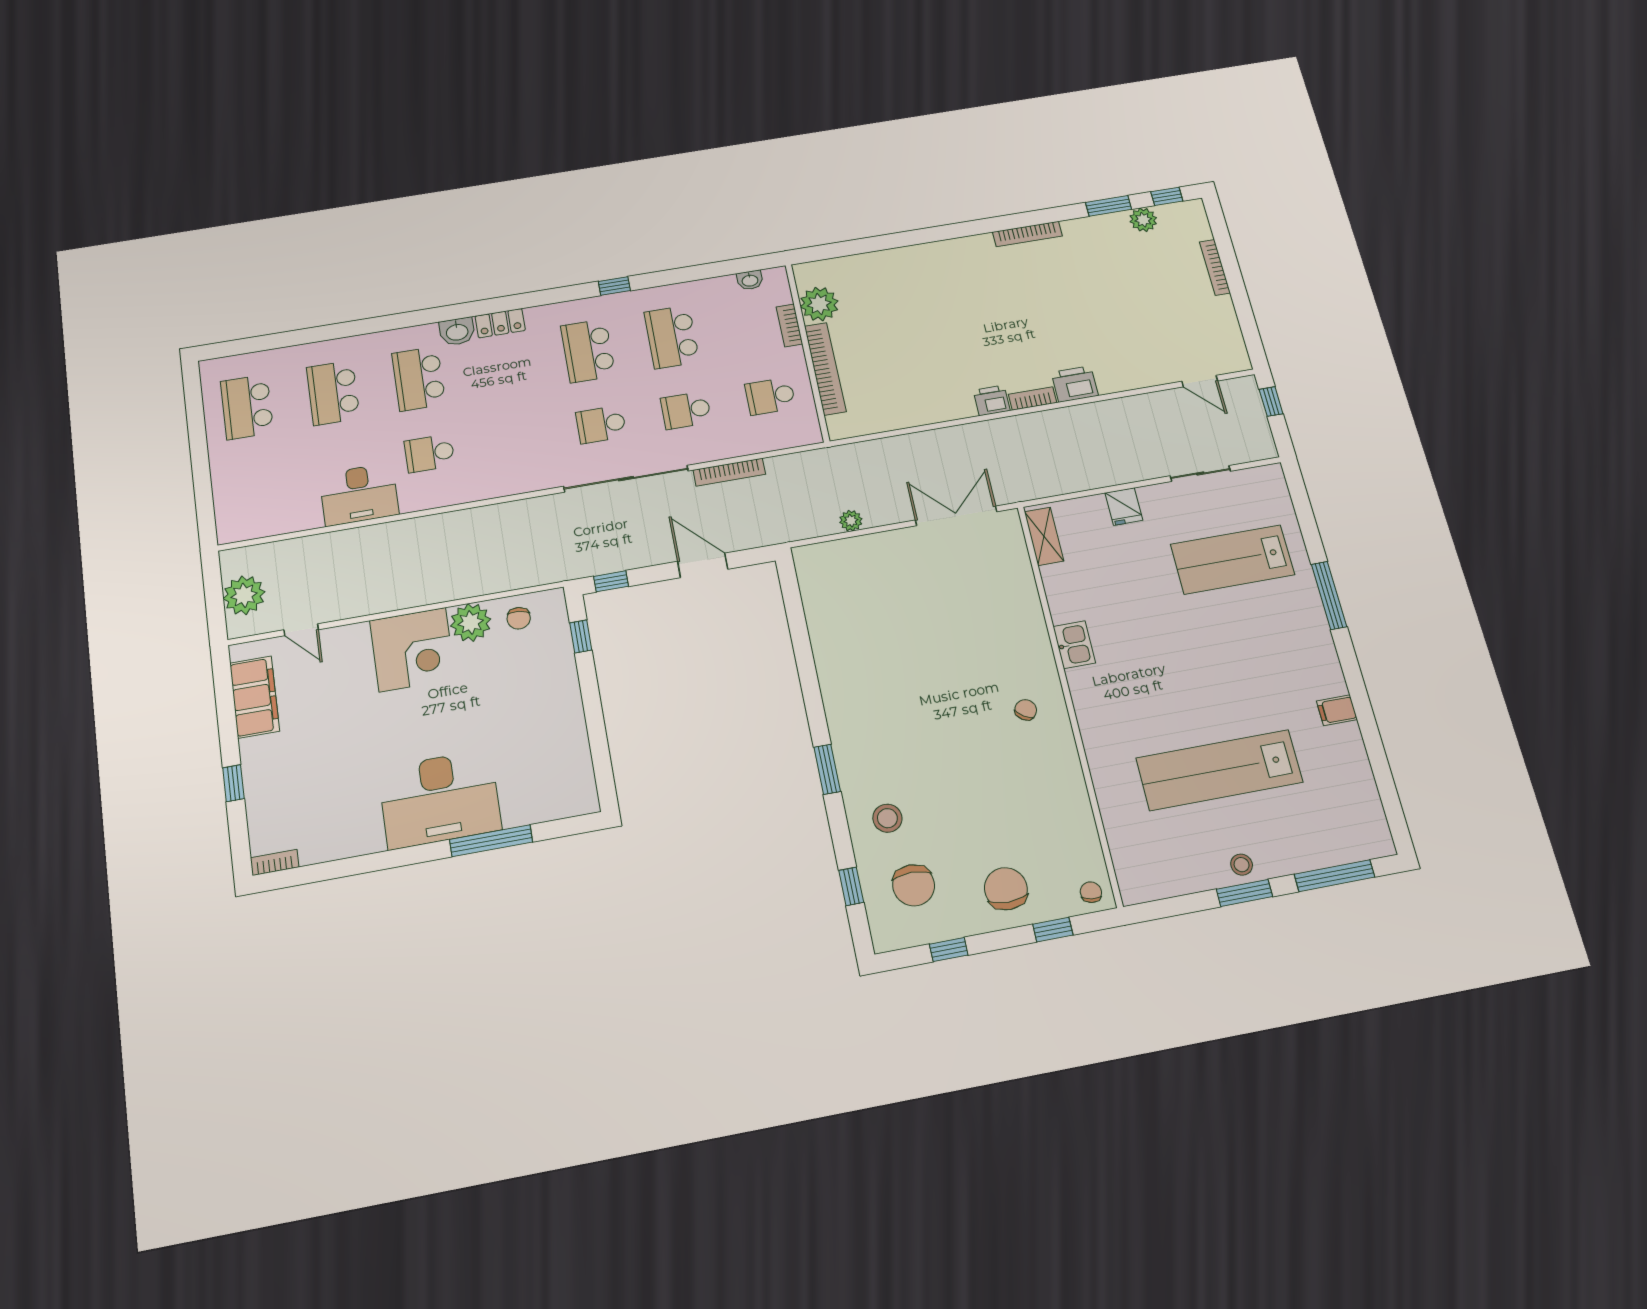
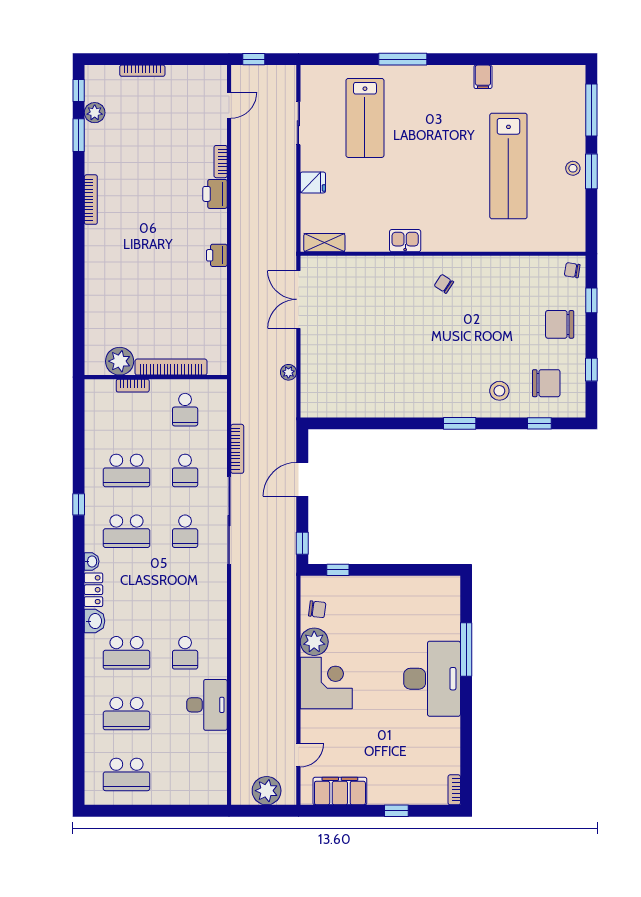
washbasin: (750, 280) -> (92, 561), moved
bookcase: (1033, 398) -> (221, 162), moved

